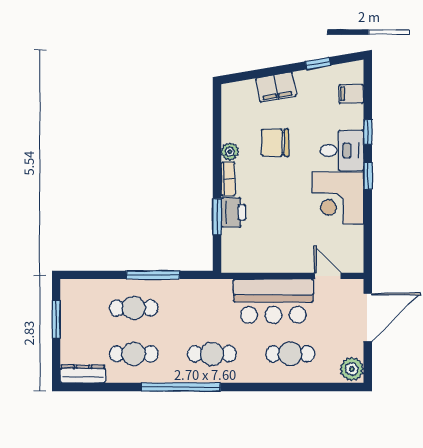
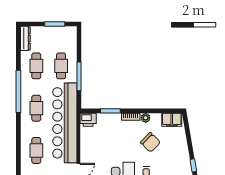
filing cabinet: (276, 87) -> (172, 120), moved, turned -80
chair: (275, 143) -> (150, 142), turned 134
printer: (233, 212) -> (88, 120), moved
bar counter: (273, 301) -> (65, 123), width x1.86

